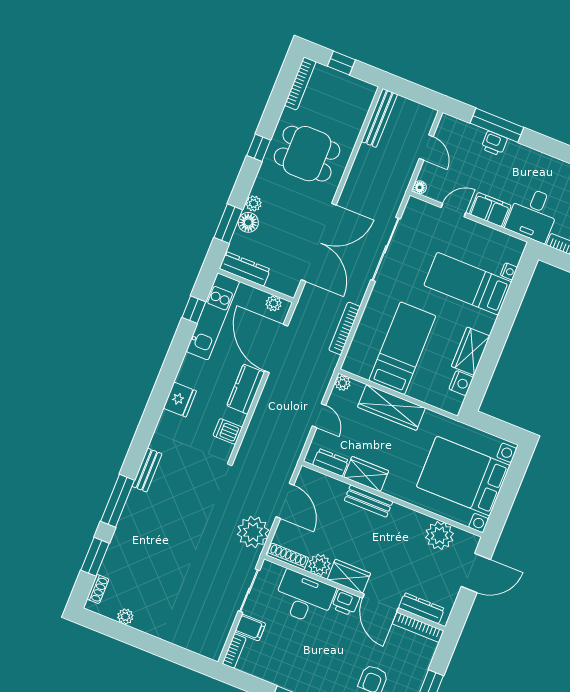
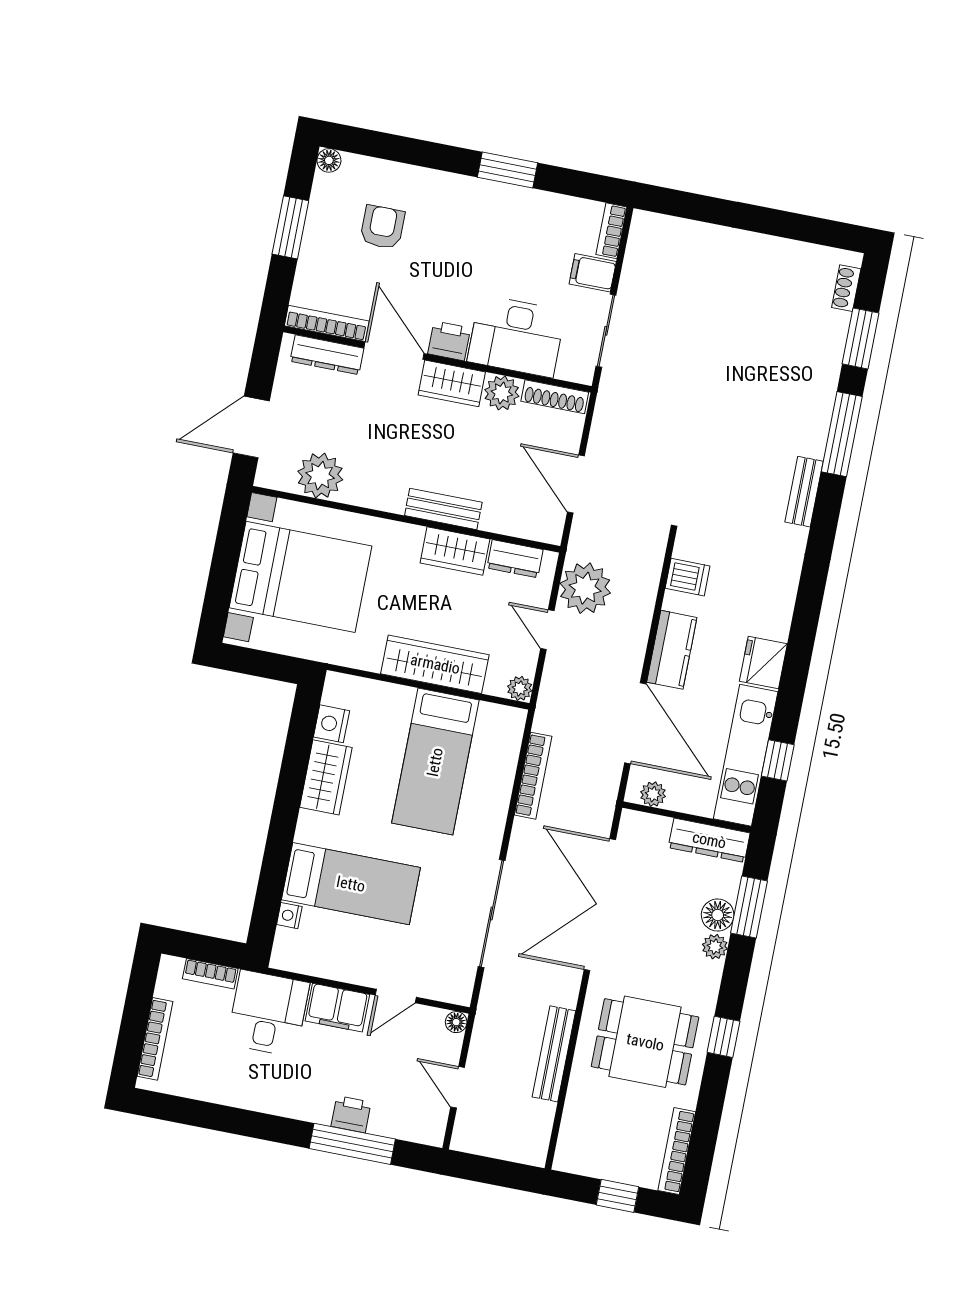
bench: (379, 118) -> (554, 1054), moved
fridge: (180, 400) -> (763, 662), moved
plant: (253, 532) -> (585, 588), moved
plant: (125, 617) -> (794, 253), removed

